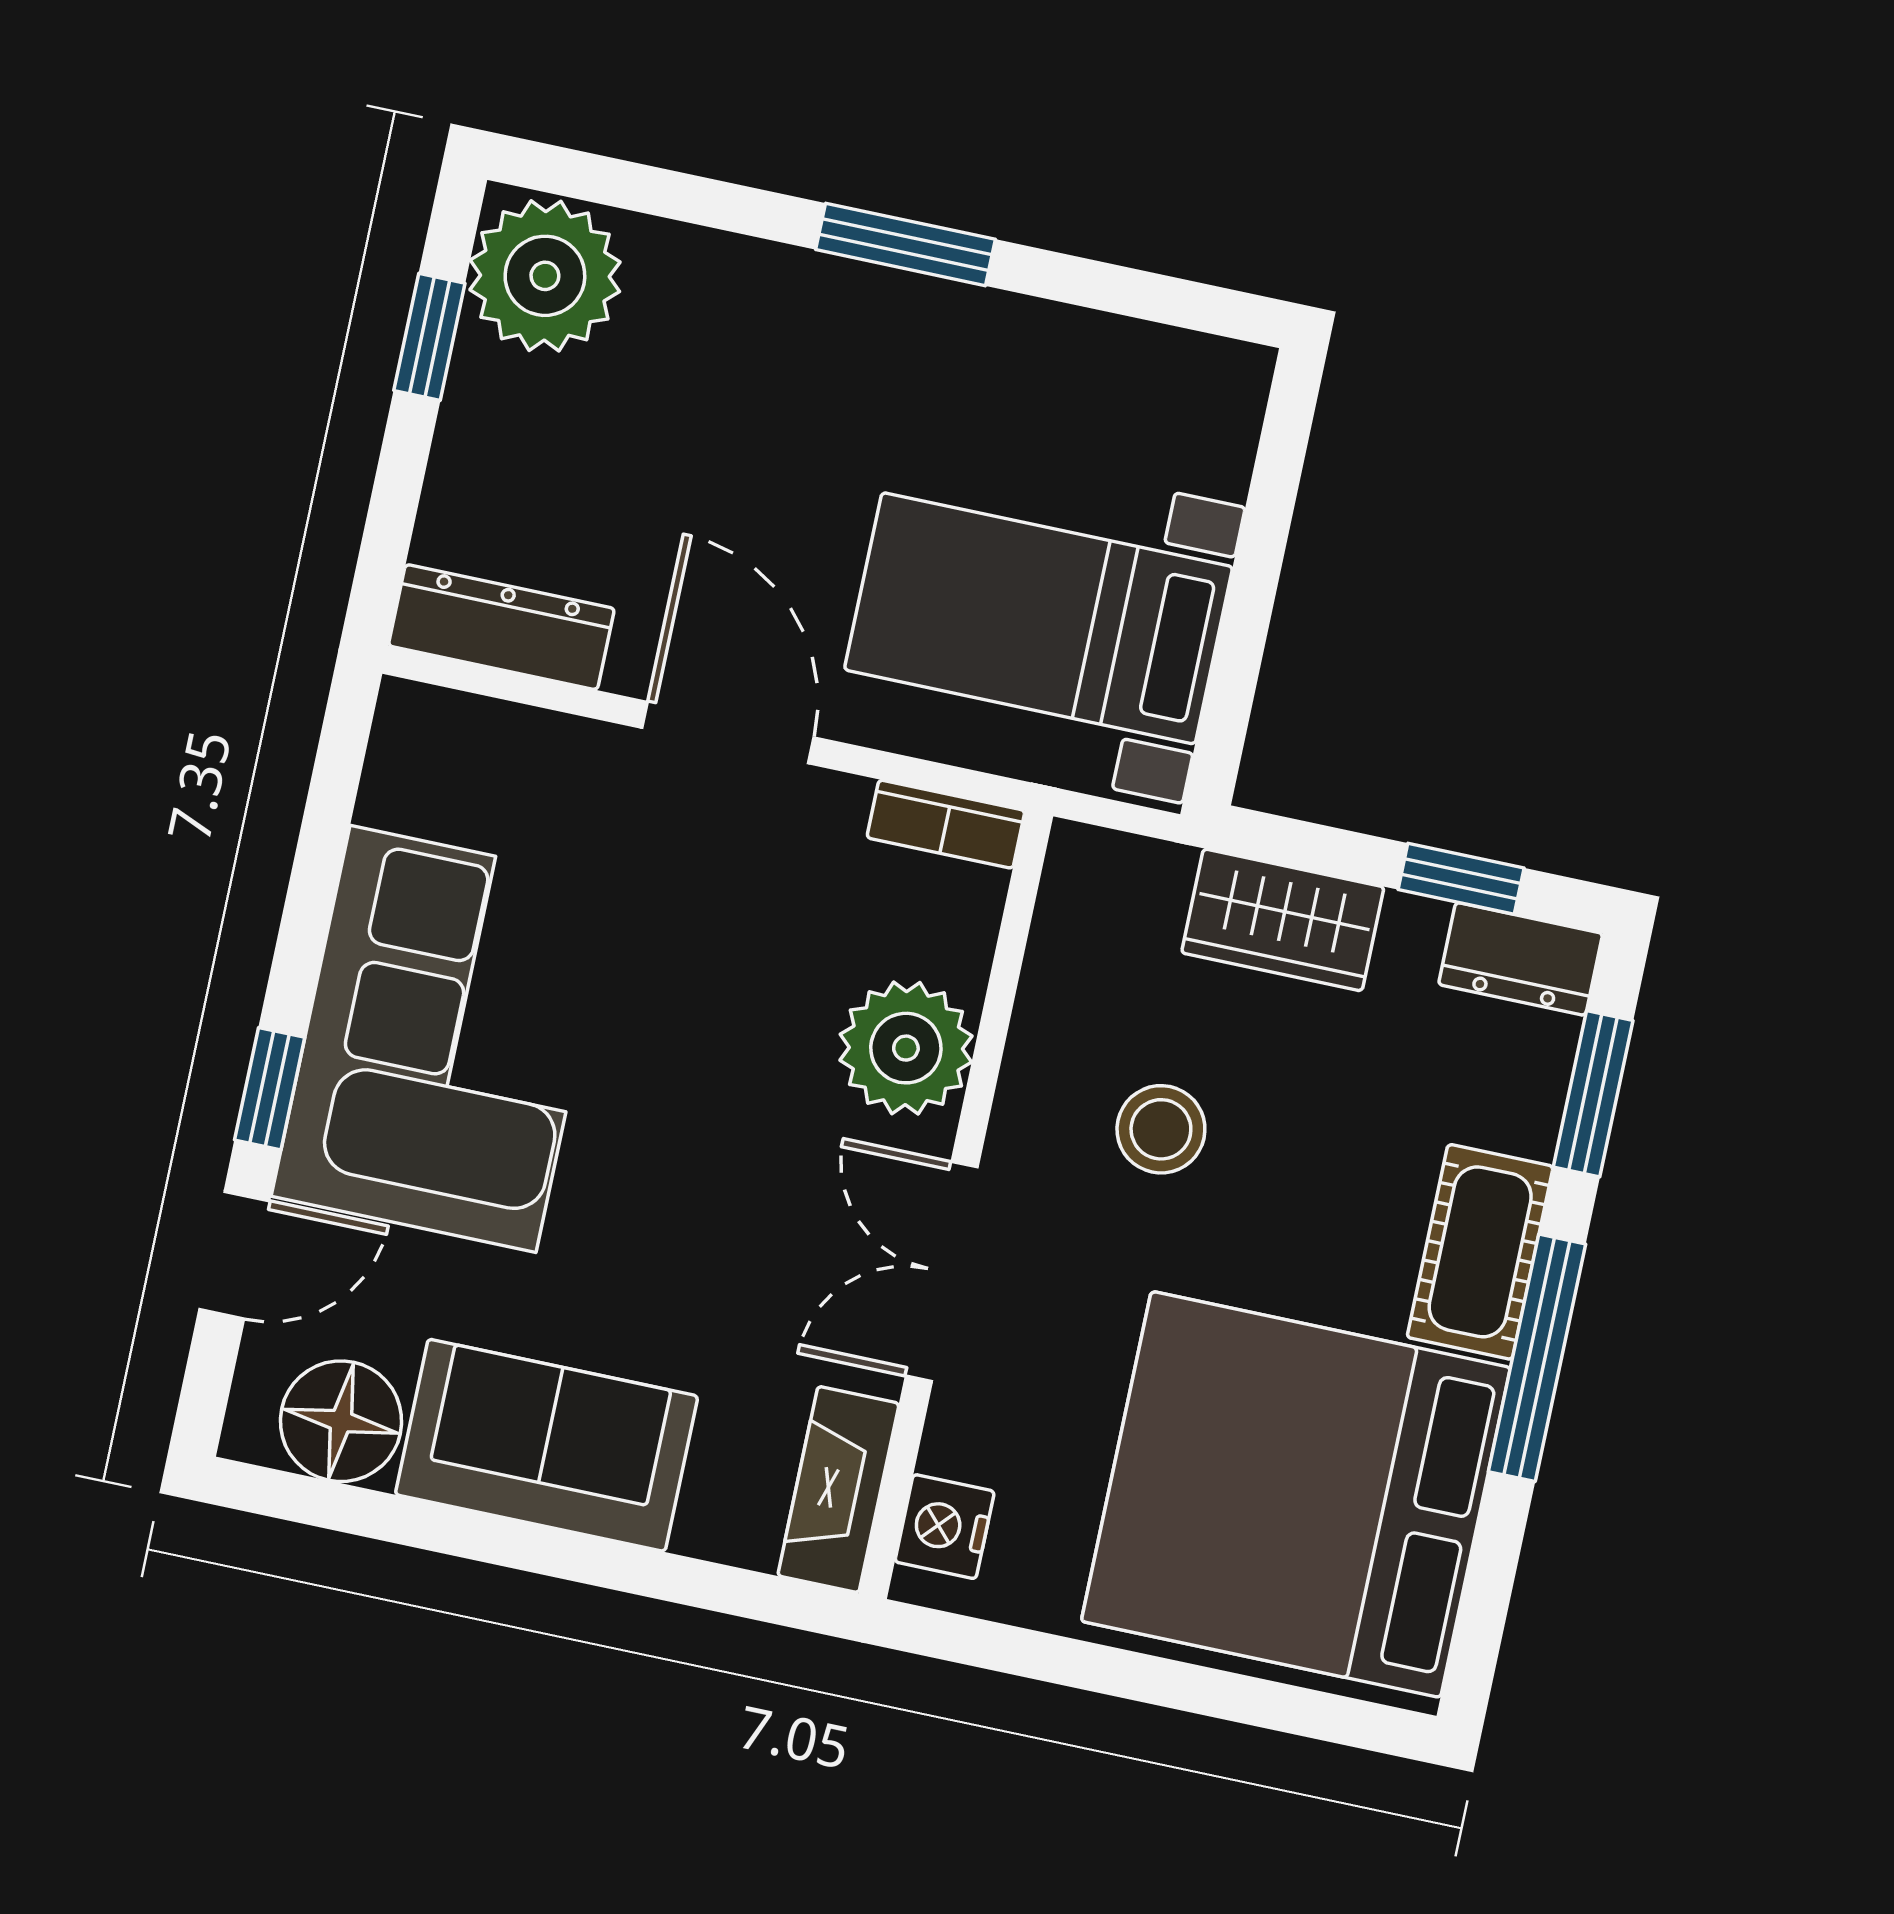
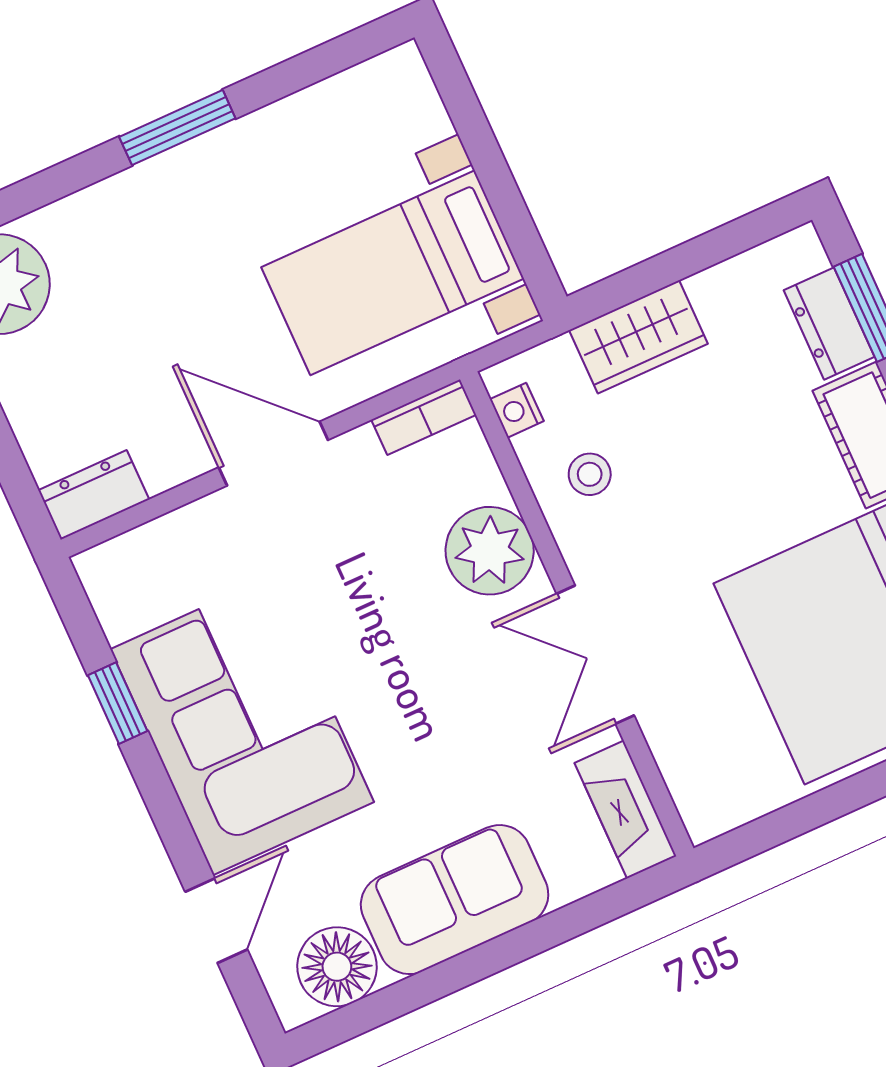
dresser: (501, 627) -> (94, 495), width x0.70
window: (1461, 879) -> (716, 246), removed
dresser: (1521, 959) -> (829, 324), moved, turned 90
window: (270, 1089) -> (118, 703), moved
stool: (1161, 1129) -> (590, 474), moved, width x0.73, depth x0.73
nightstand: (945, 1527) -> (517, 410), moved, width x0.72, depth x0.74

